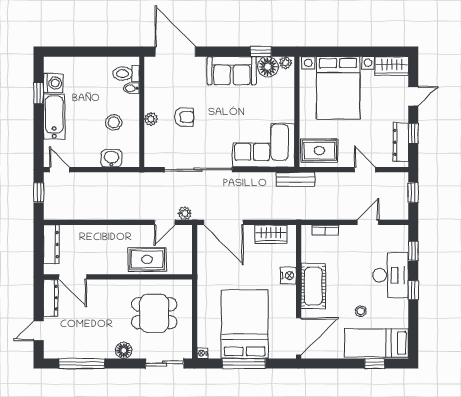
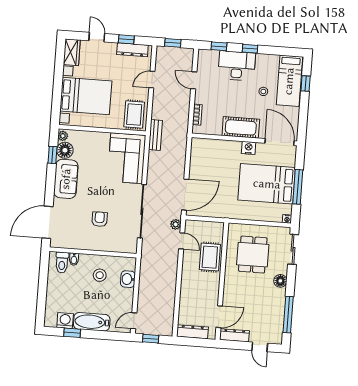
plant: (151, 119) -> (99, 246), removed
wardrobe: (271, 234) -> (197, 158), removed
nightstand: (288, 275) -> (249, 148), moved

